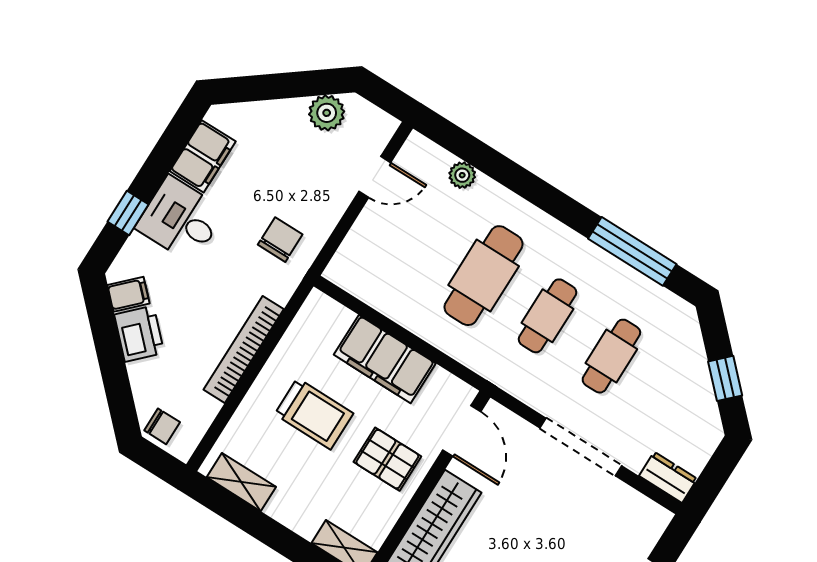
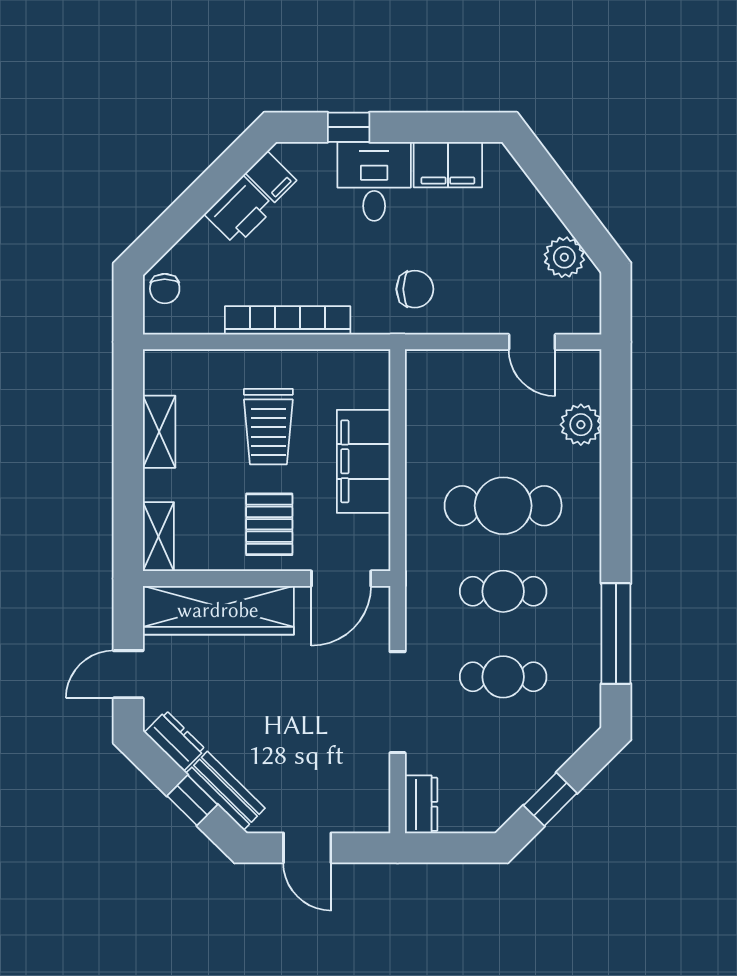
plant: (462, 175) -> (581, 425), width x1.38, depth x1.38
shelving: (241, 482) -> (159, 432), moved

